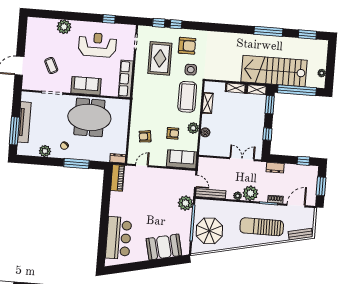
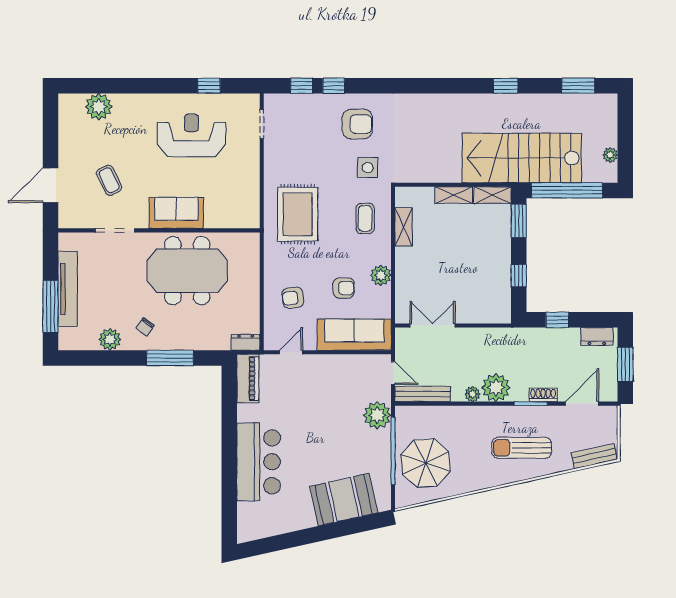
plant: (64, 27) -> (99, 107), moved
window: (268, 31) -> (506, 86), width x0.46
rug: (160, 58) -> (298, 214), moved
row of seats: (126, 79) -> (249, 194), removed
coffee table: (187, 97) -> (365, 218), width x0.54, depth x0.58
boiler: (205, 132) -> (404, 281), removed
sofa: (182, 159) -> (354, 335), width x1.36
double door: (242, 159) -> (433, 326), moved
window: (303, 161) -> (557, 320), moved
dresser: (275, 168) -> (597, 336), moved
sun lounger: (262, 227) -> (522, 448), width x0.73, depth x0.75
bar counter: (119, 238) -> (259, 462), moved

